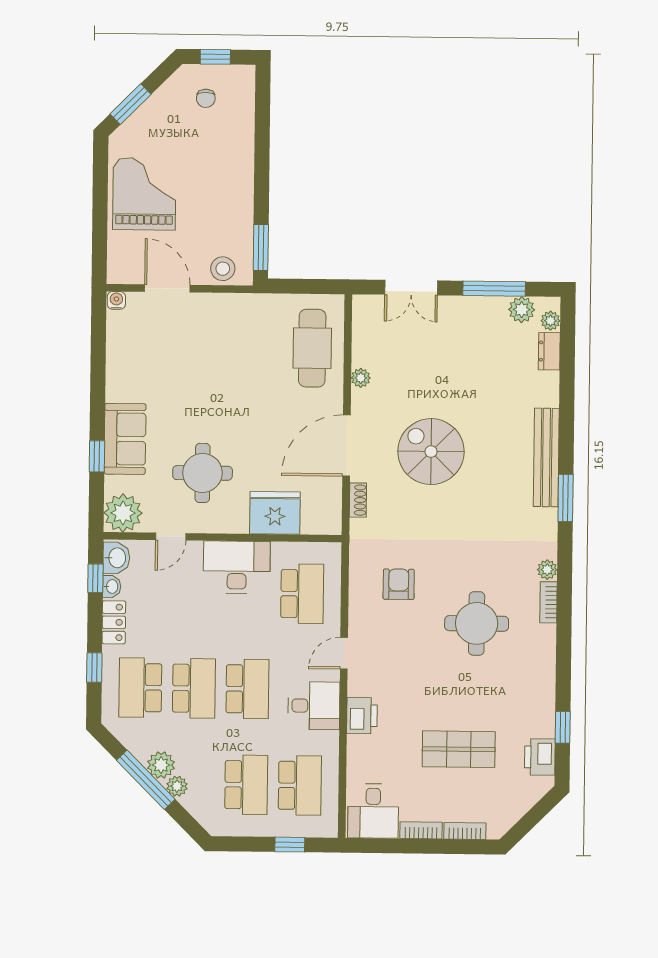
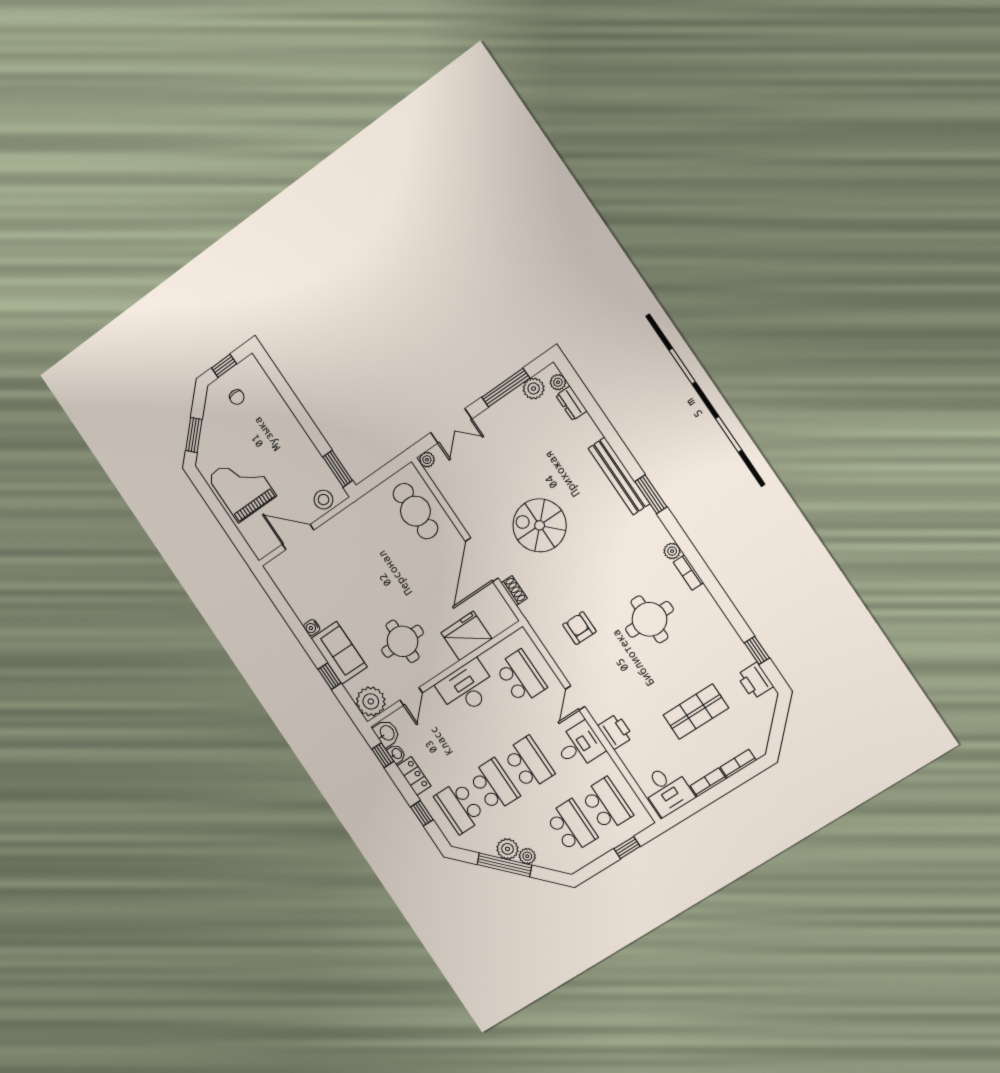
water cooler: (116, 300) -> (312, 628), moved, turned -90
plant: (361, 378) -> (427, 460), moved

